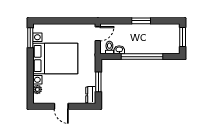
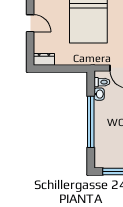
window: (98, 82) -> (60, 69), removed
door: (61, 106) -> (30, 23), swing flipped

